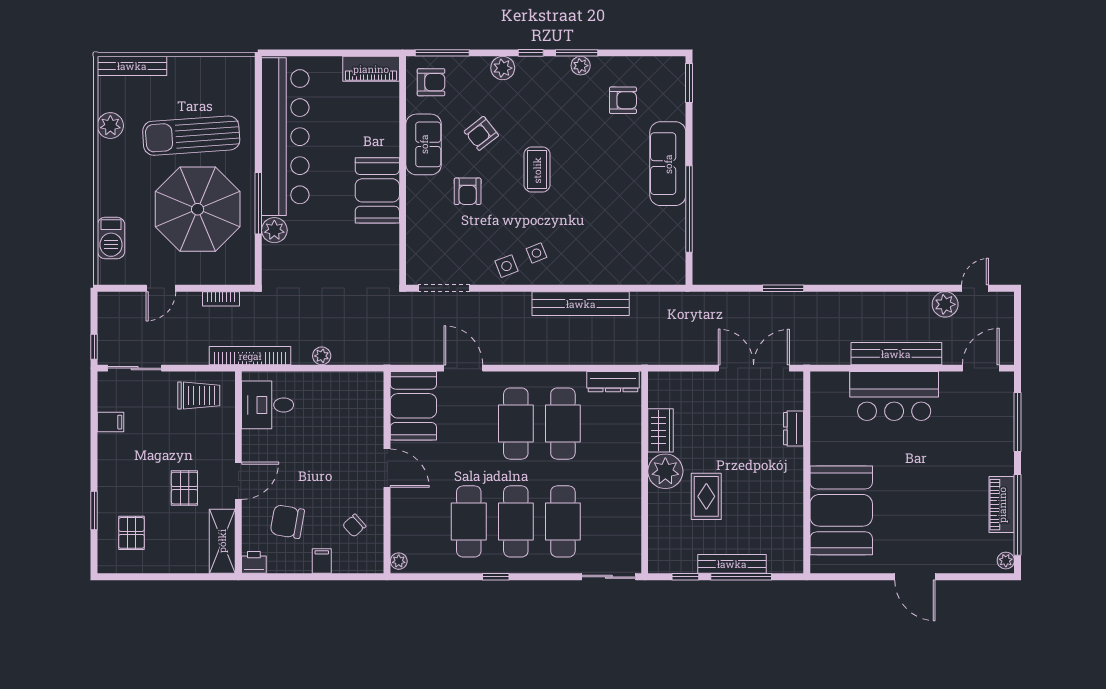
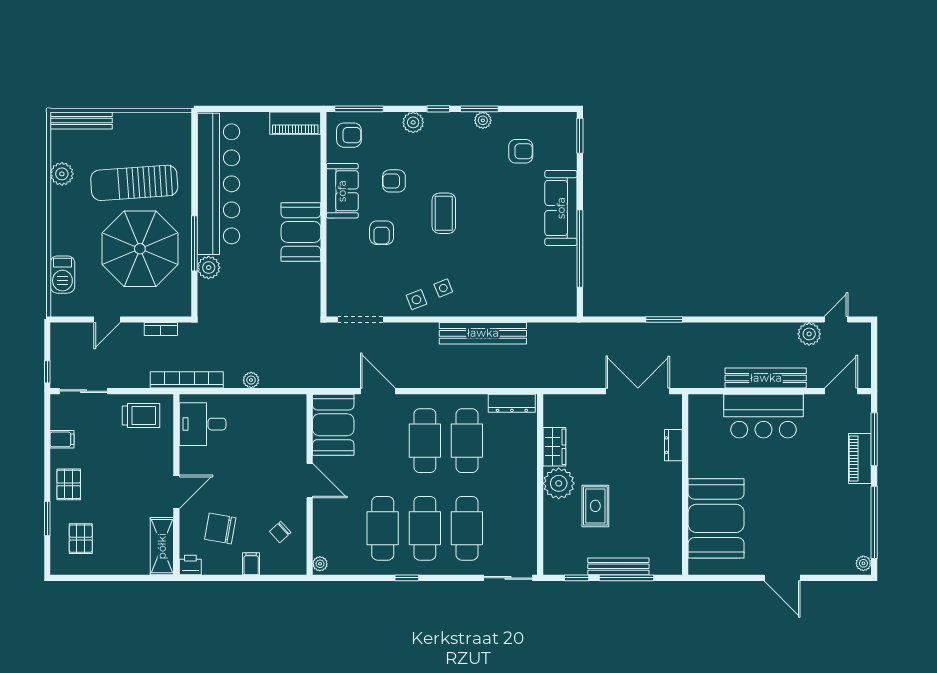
armchair: (481, 133) -> (394, 181), turned 38
pallet: (184, 488) -> (69, 484), moved
piano: (1002, 505) -> (860, 458), moved

